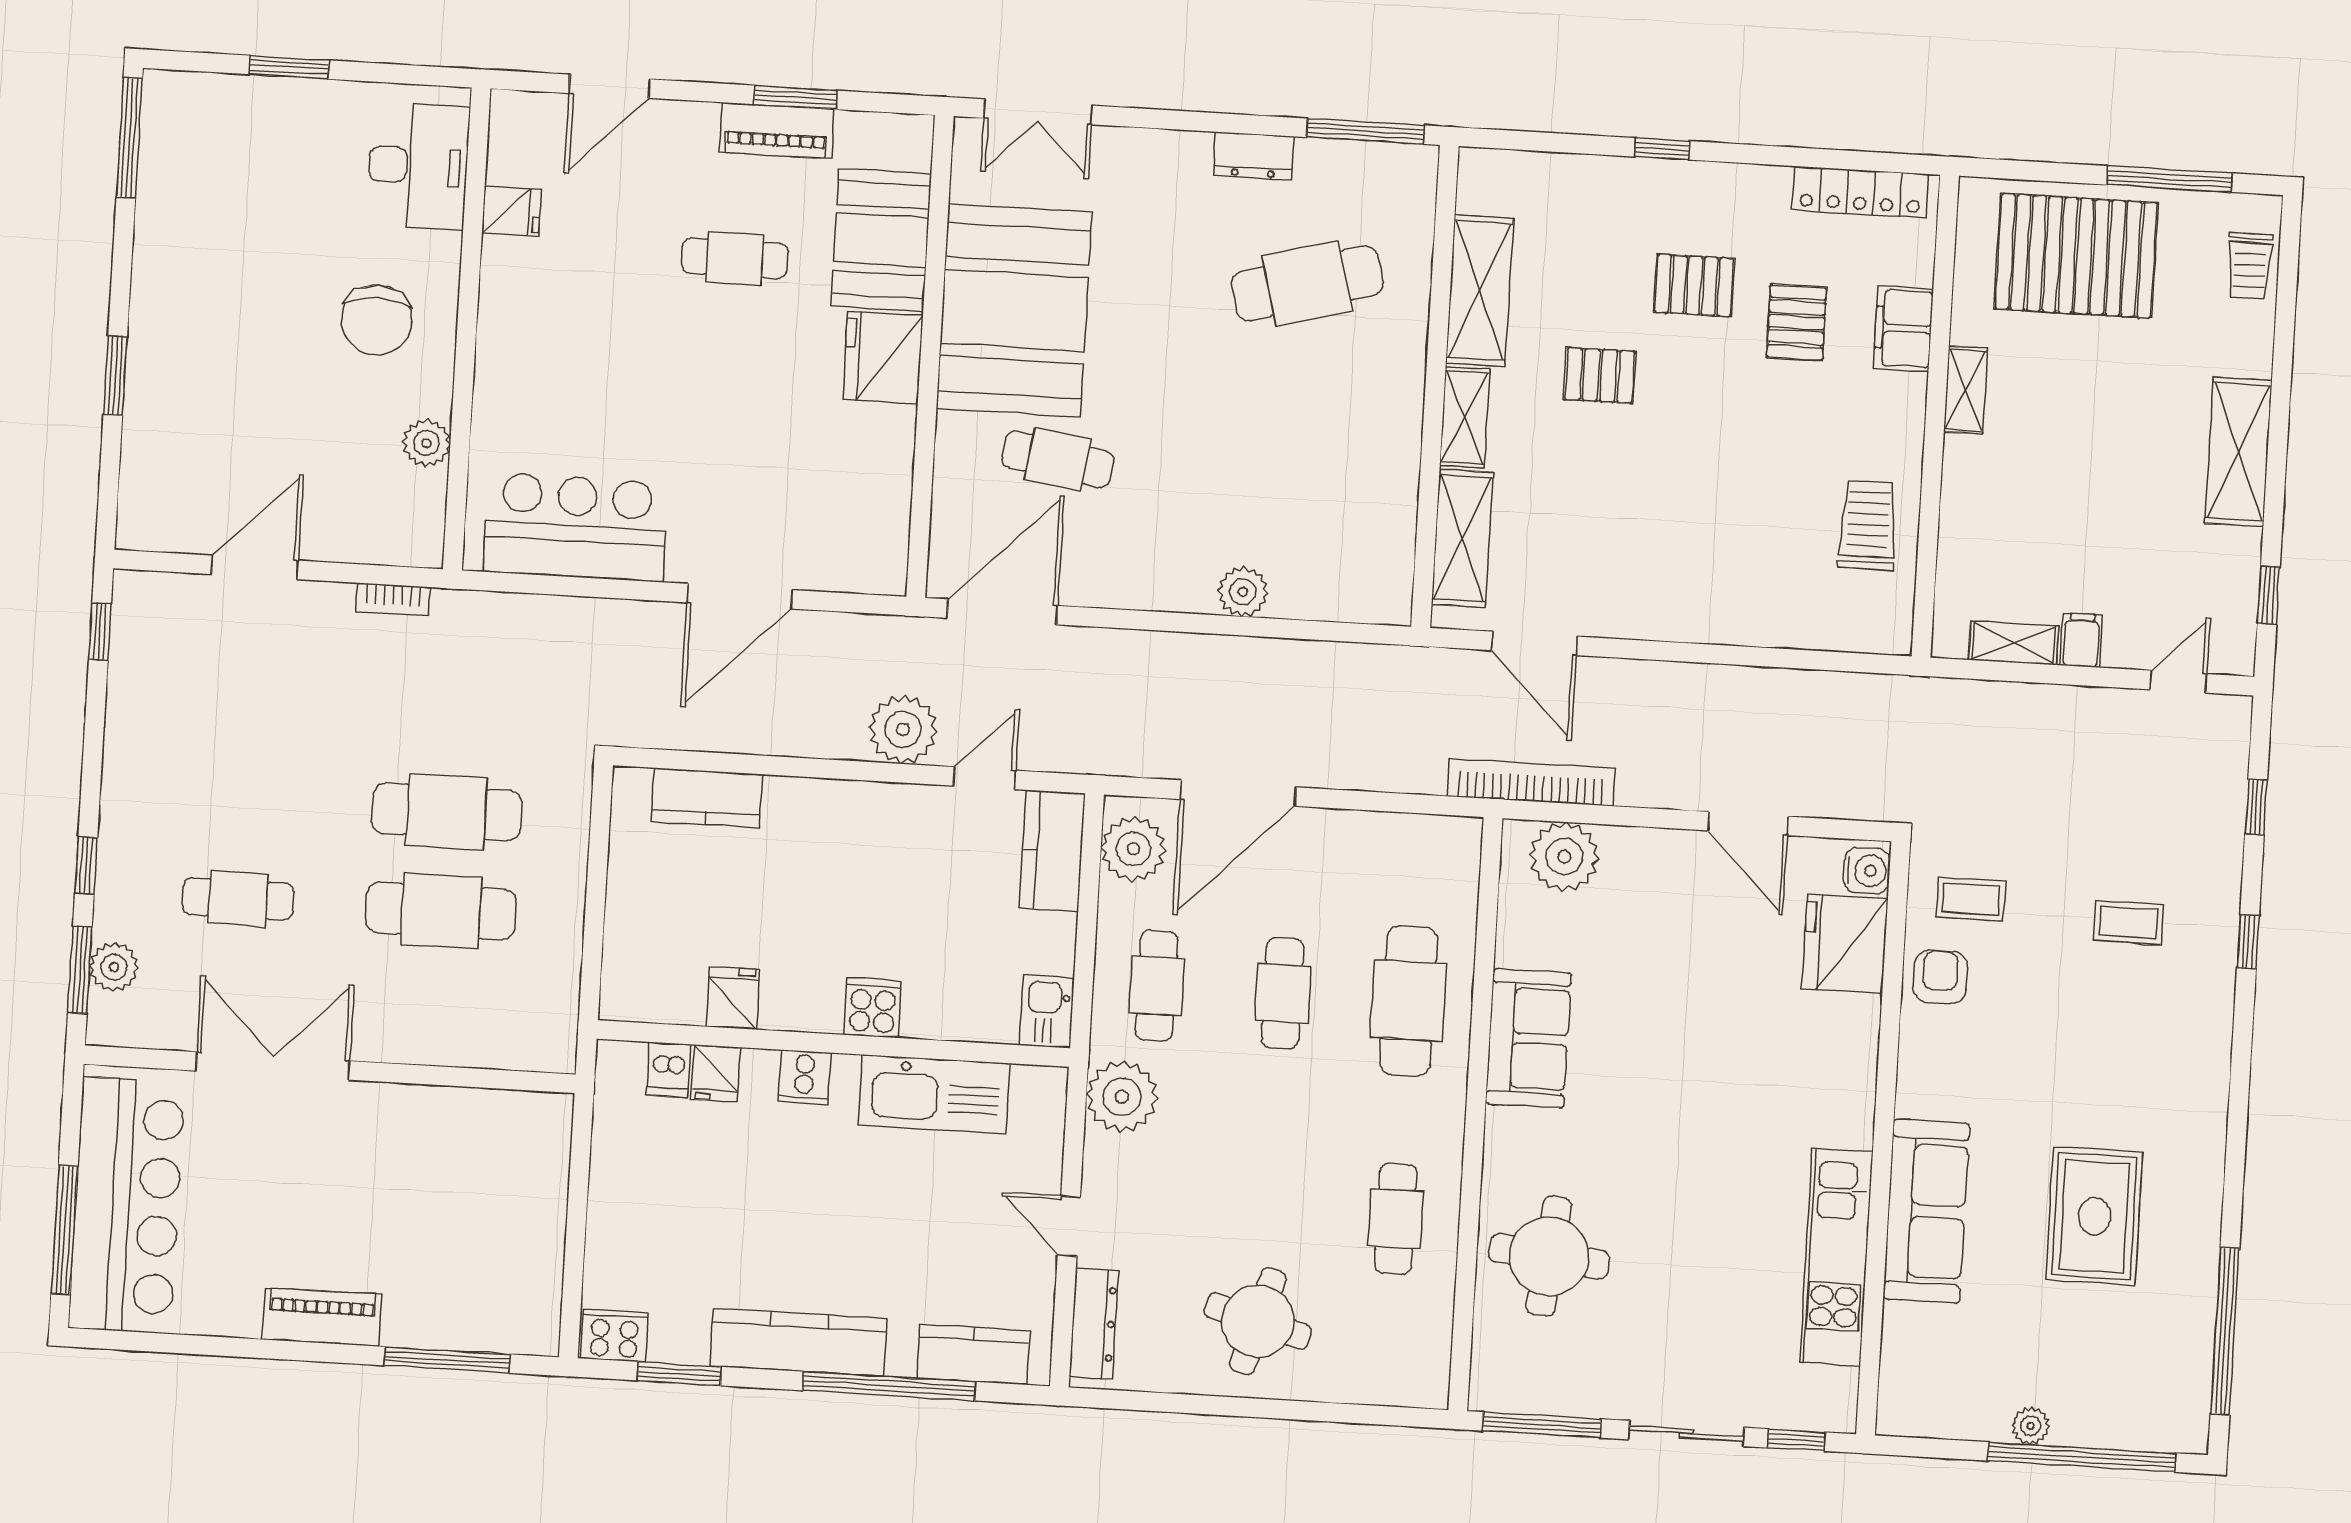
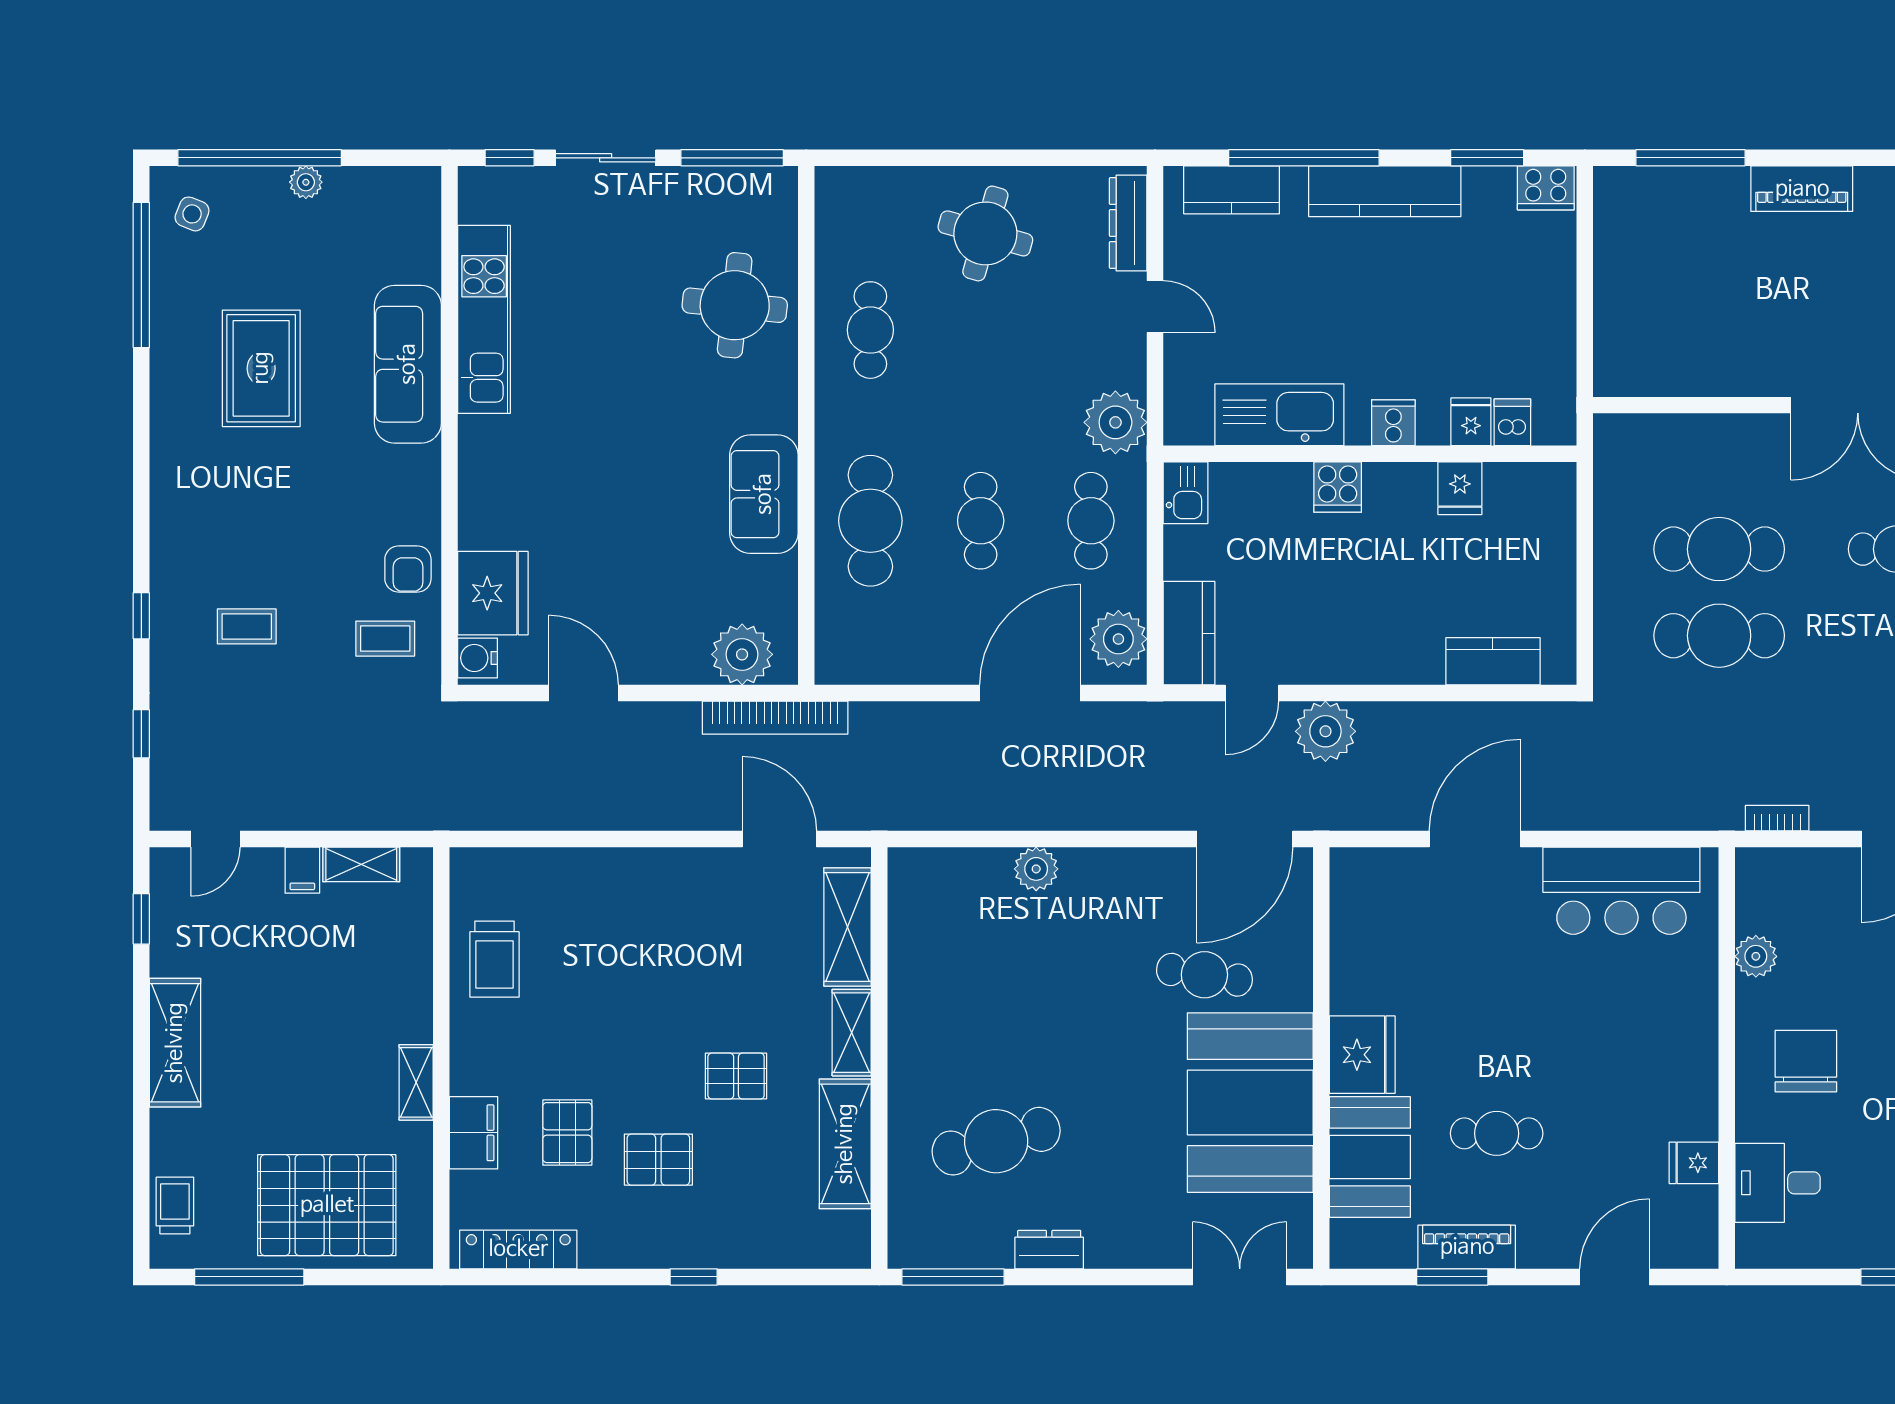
desk: (418, 166) -> (1777, 1183), width x0.73
side table: (2163, 1397) -> (192, 214), added

